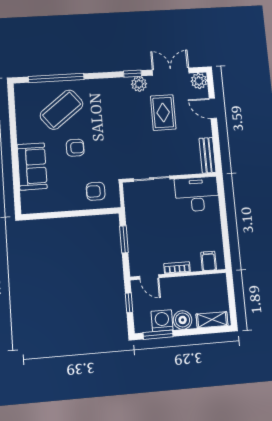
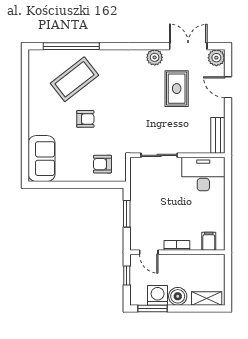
window: (133, 74) -> (149, 46), removed
sofa: (32, 166) -> (42, 159), moved

